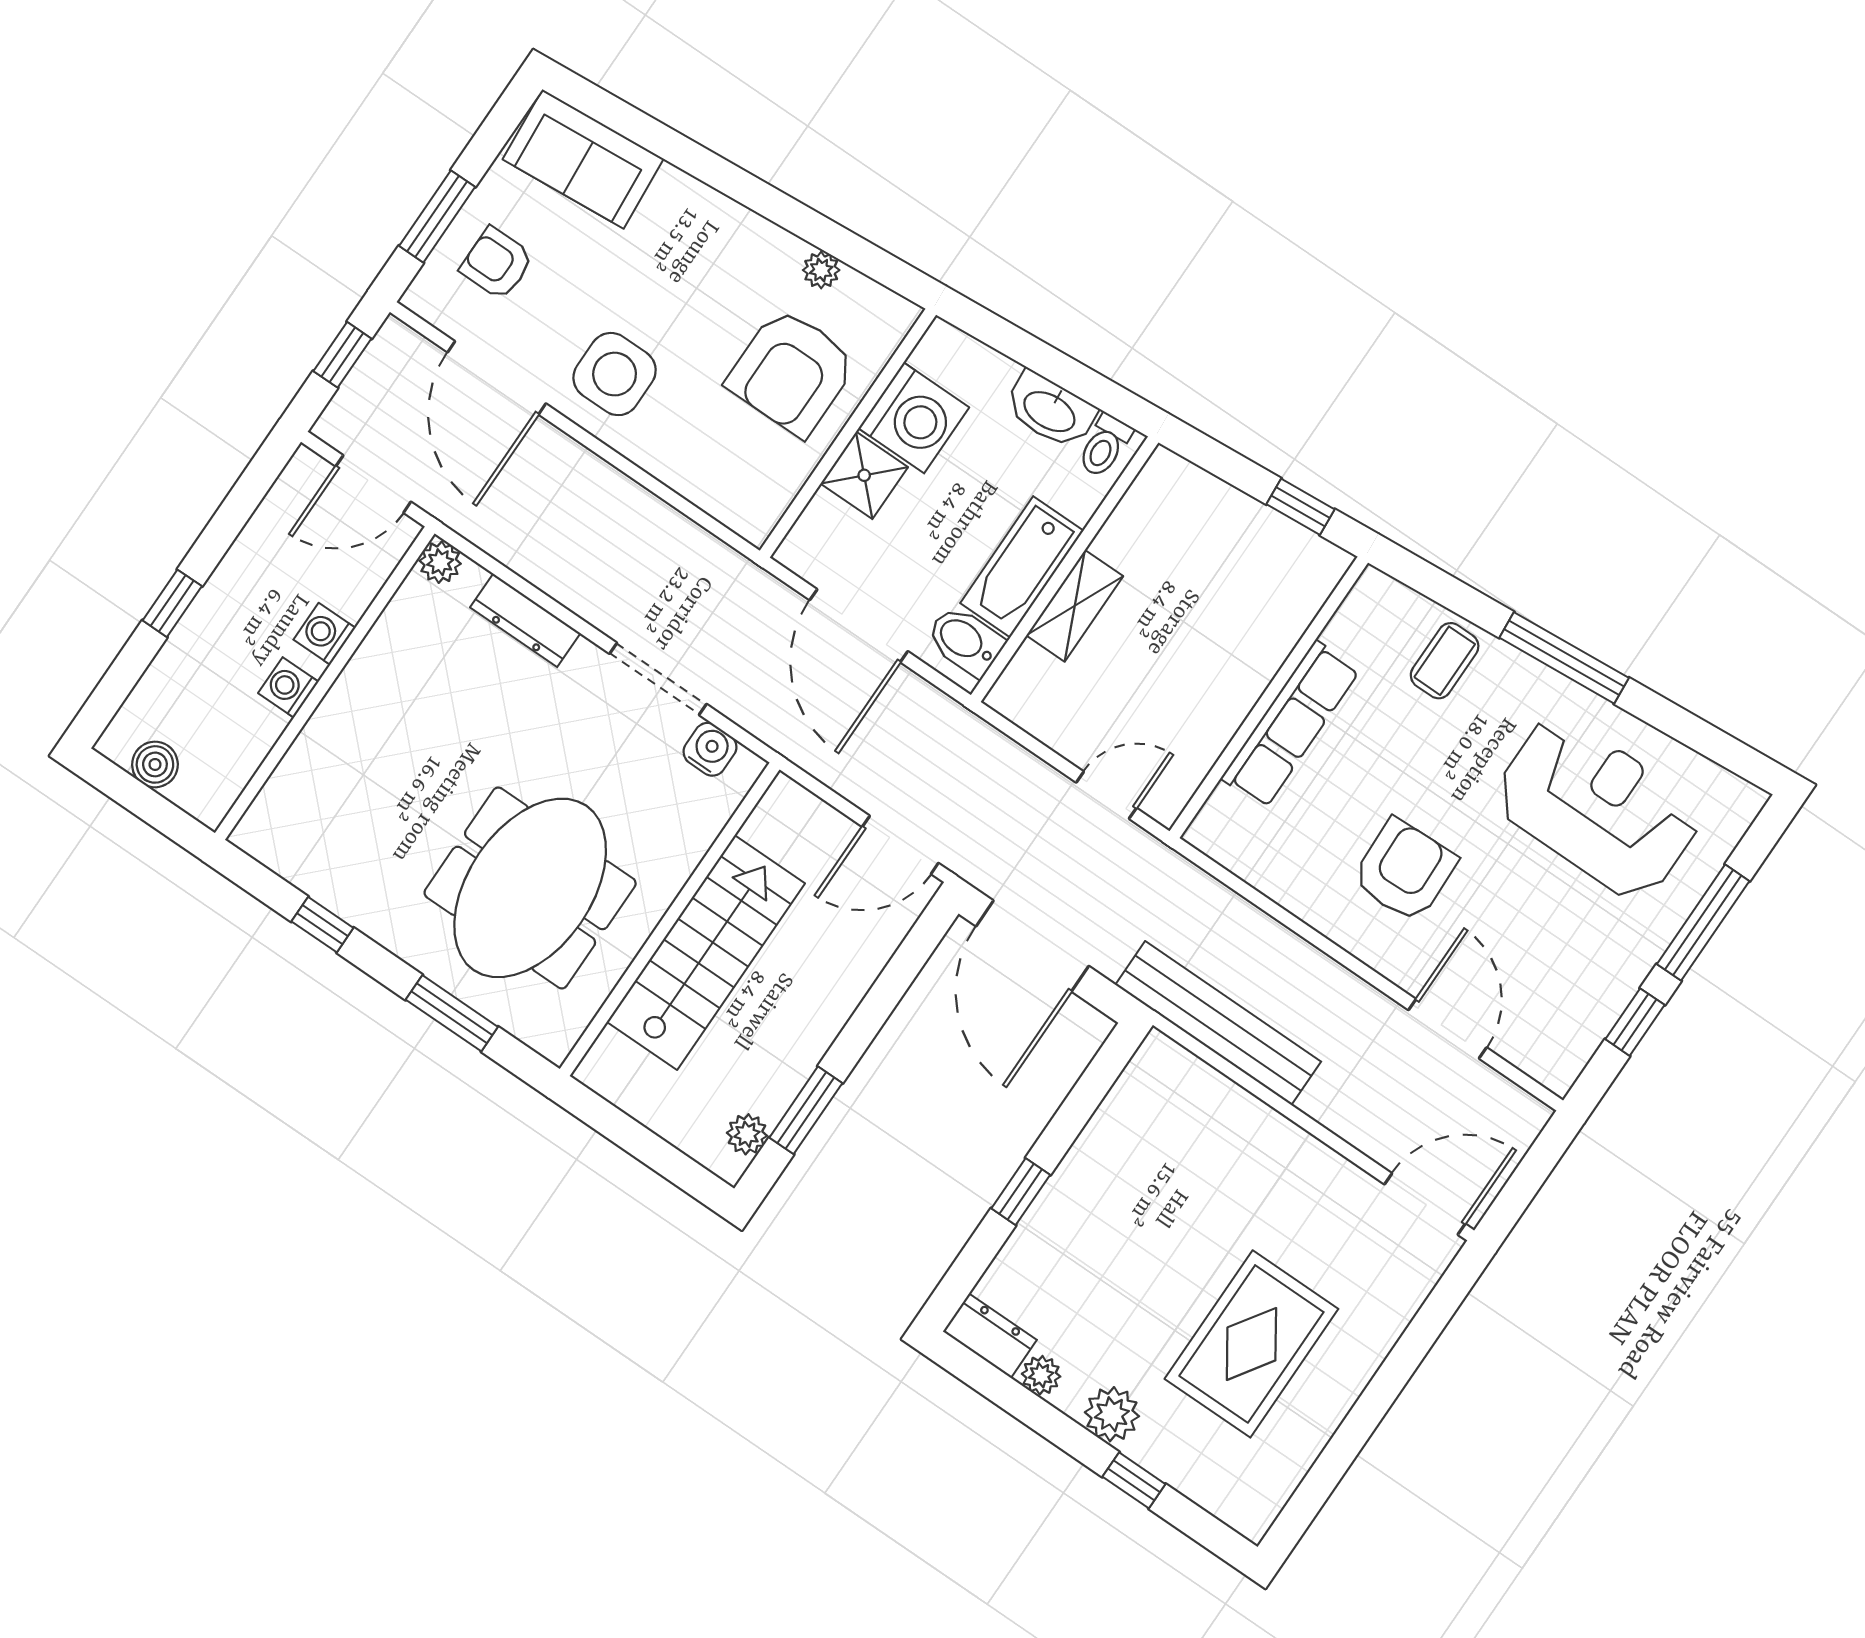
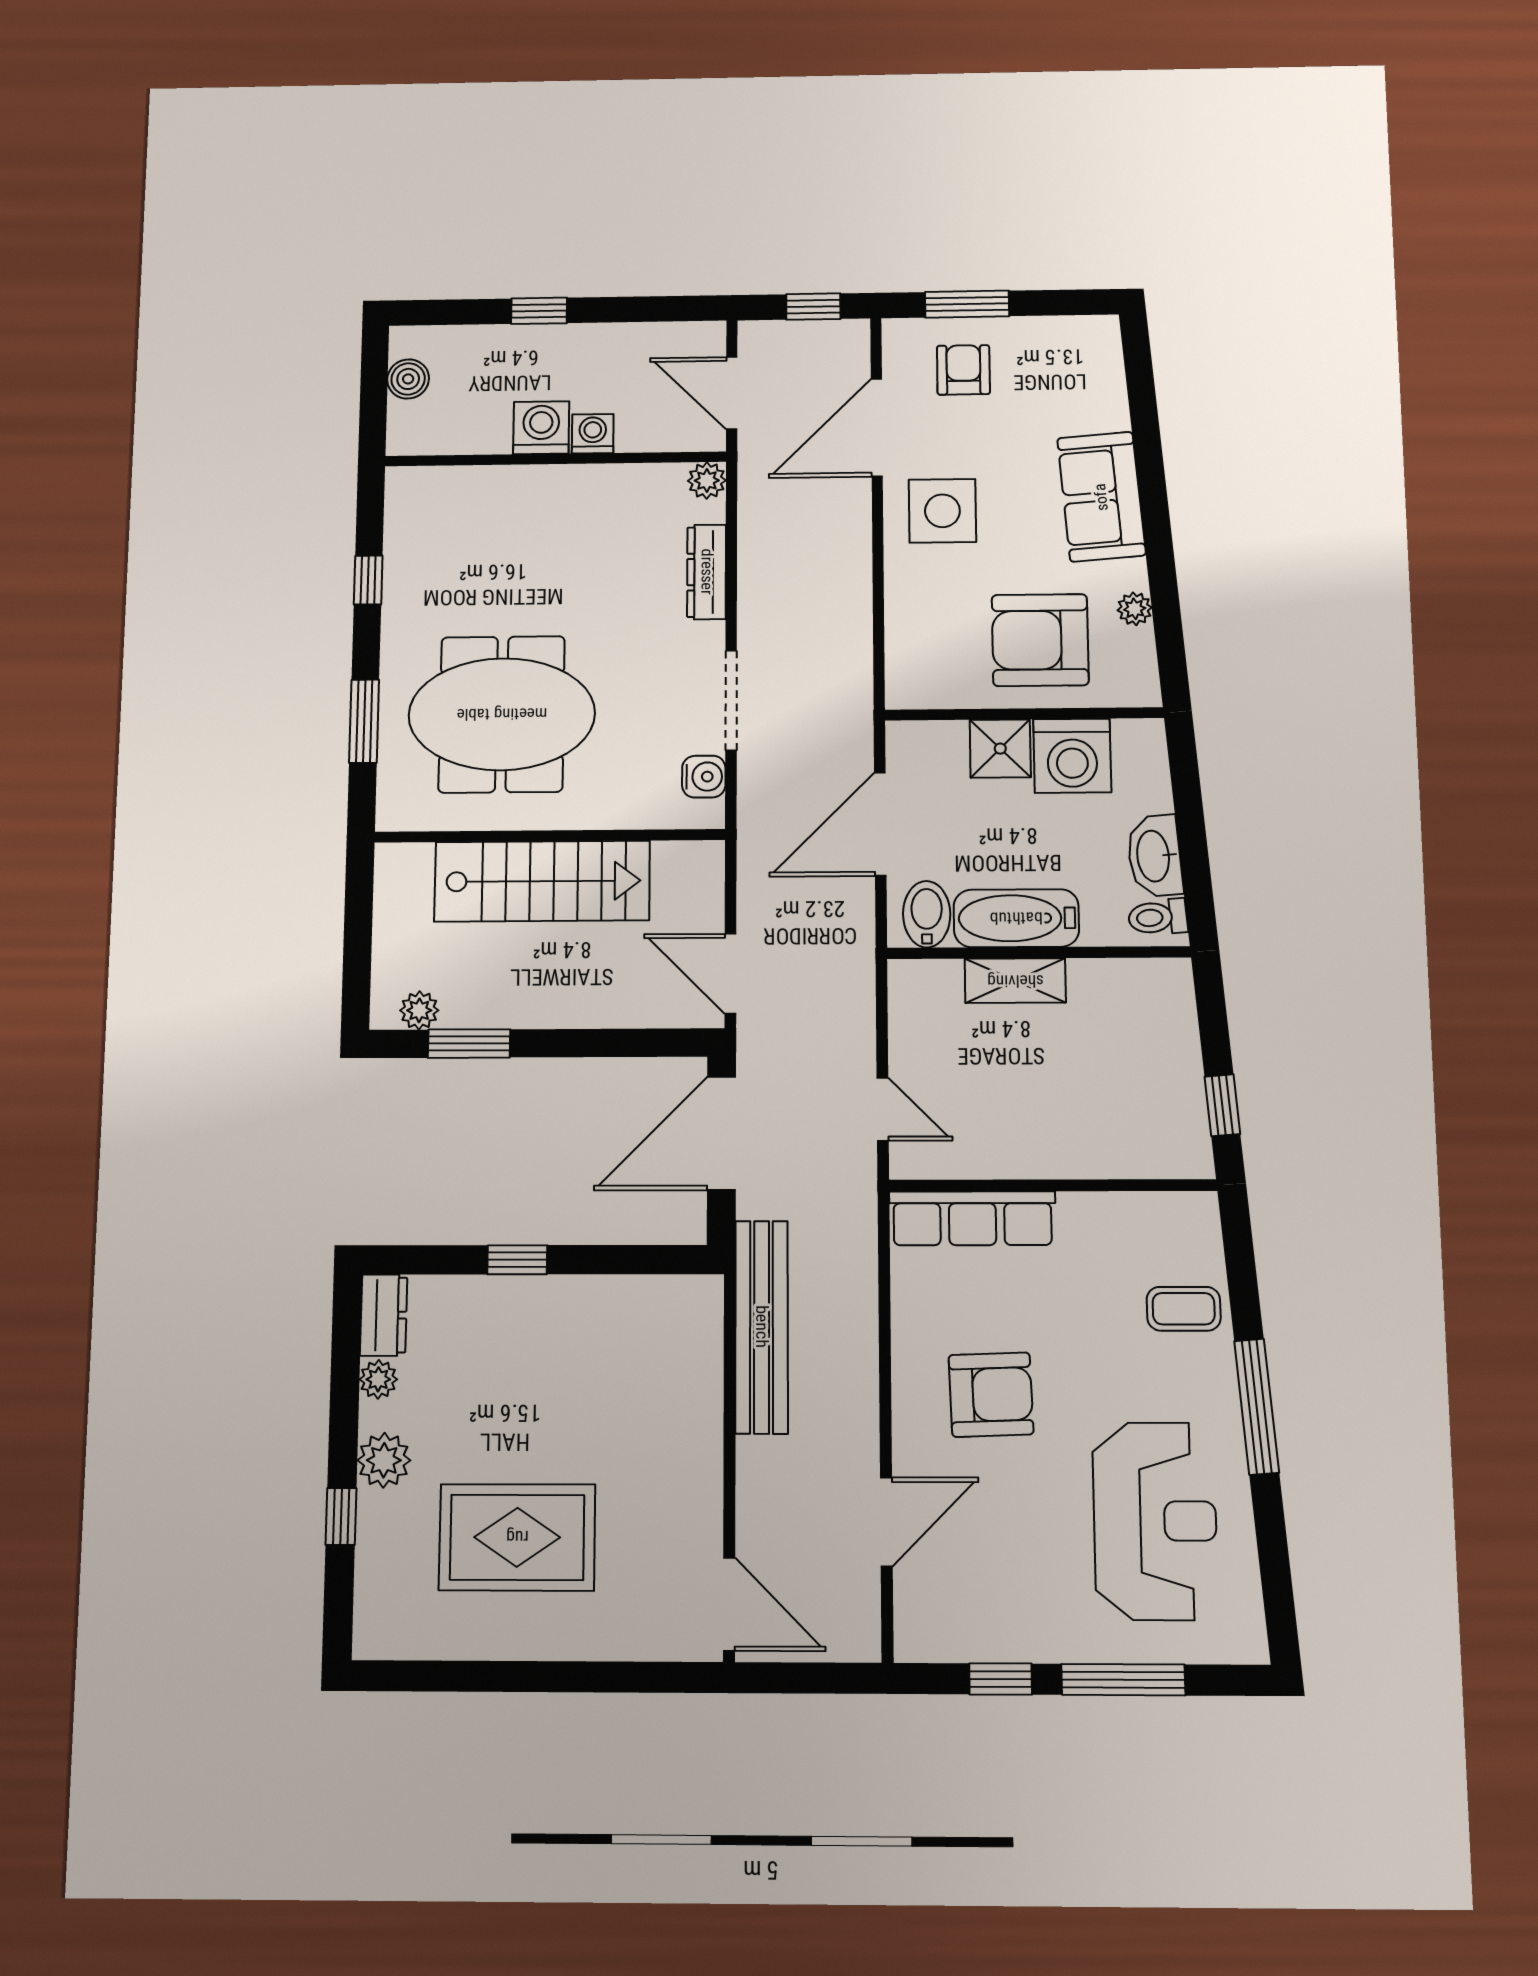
sofa: (583, 159) -> (1101, 497), moved
washing machine: (288, 687) -> (541, 428), width x1.38, depth x1.38
row of seats: (1290, 724) -> (972, 1218), moved

